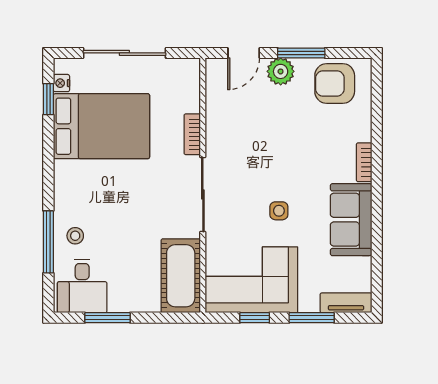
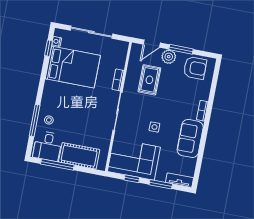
armchair: (335, 83) -> (195, 68), turned 180
rug: (252, 123) -> (149, 80), added
cot: (181, 276) -> (79, 156), moved, turned 90
window: (108, 318) -> (57, 165), width x1.44

